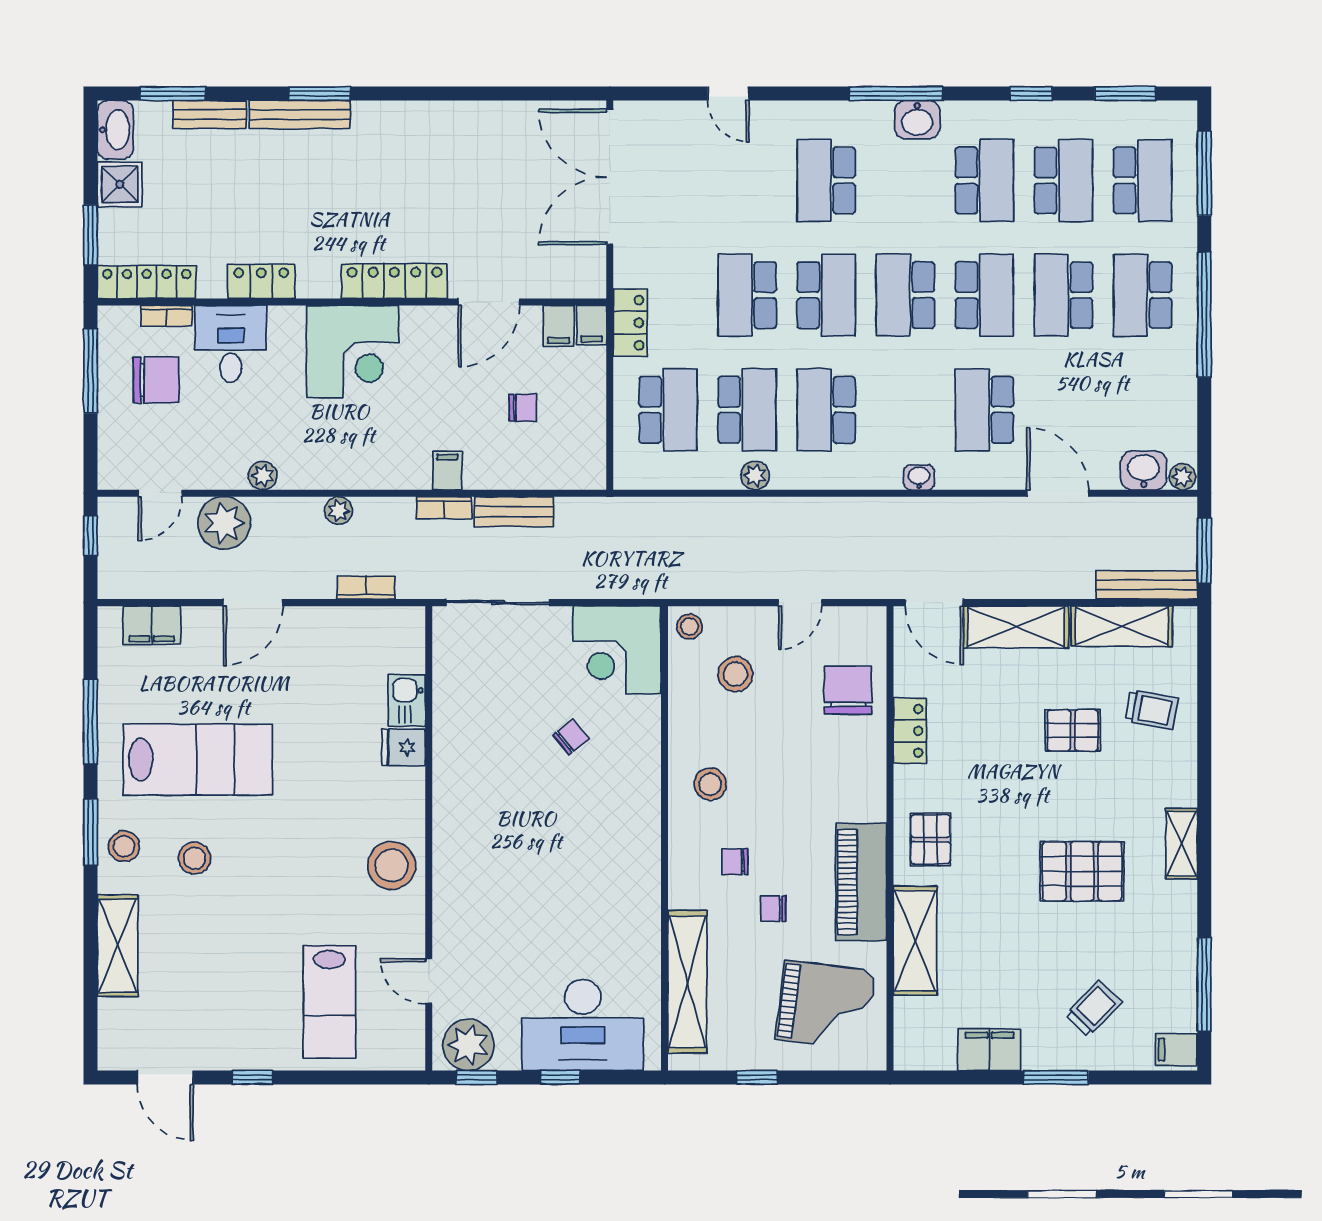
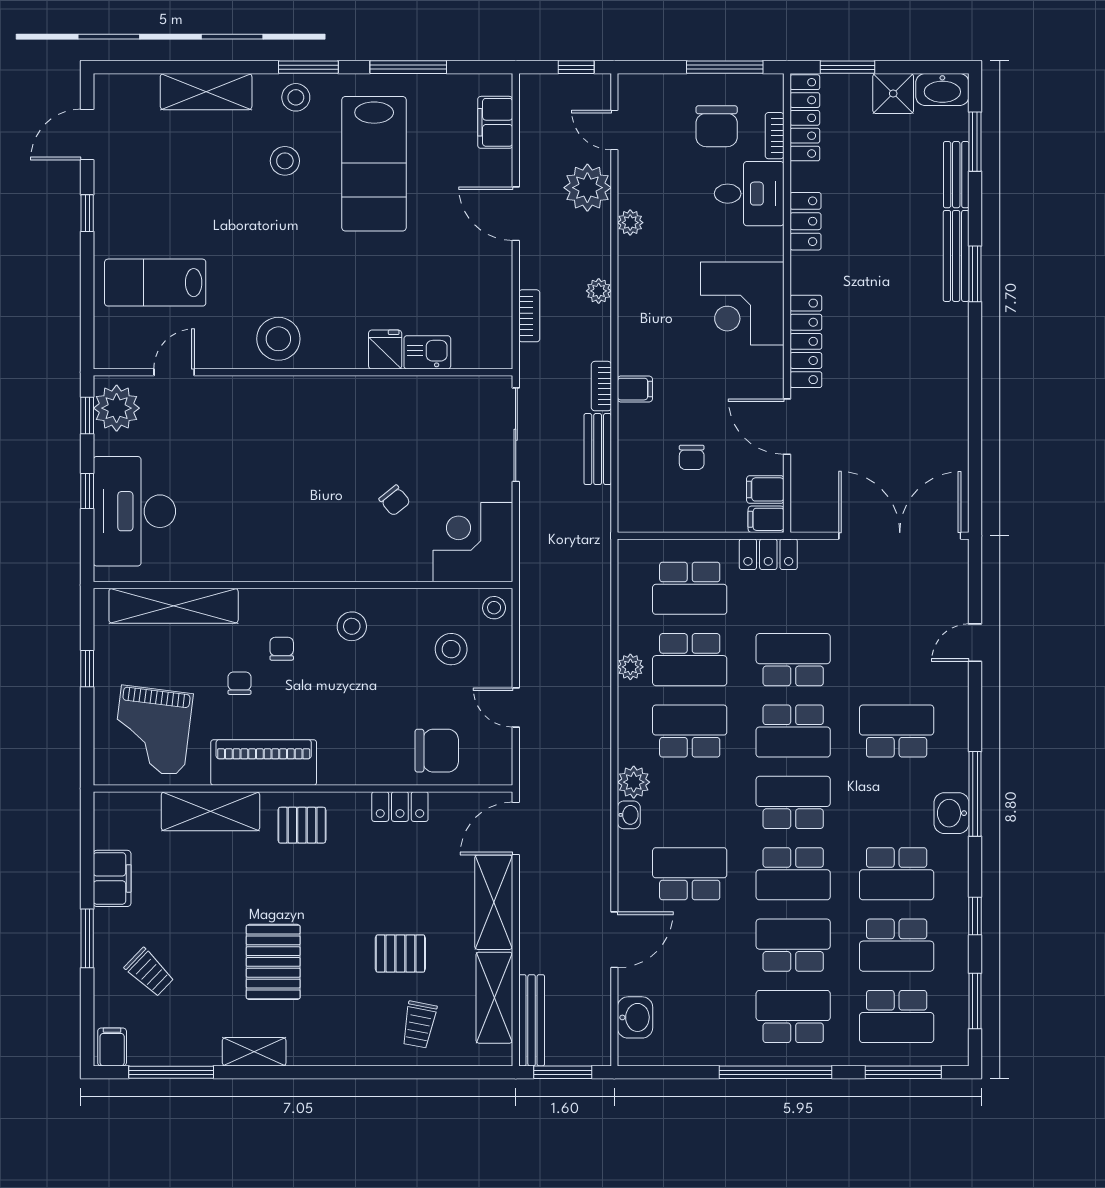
plant: (1182, 477) -> (634, 782), moved, width x1.38, depth x1.38
pallet: (1073, 730) -> (400, 953), turned 90
shelving: (1182, 844) -> (254, 1052), moved

